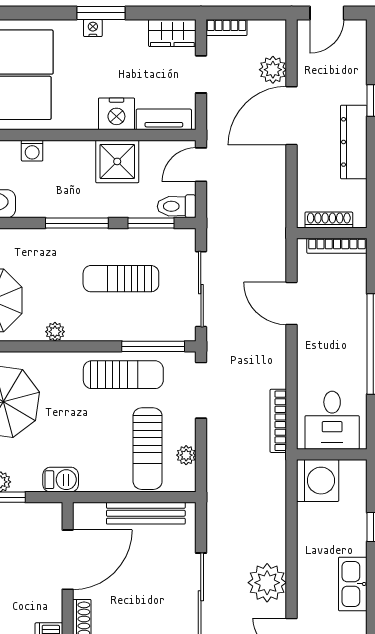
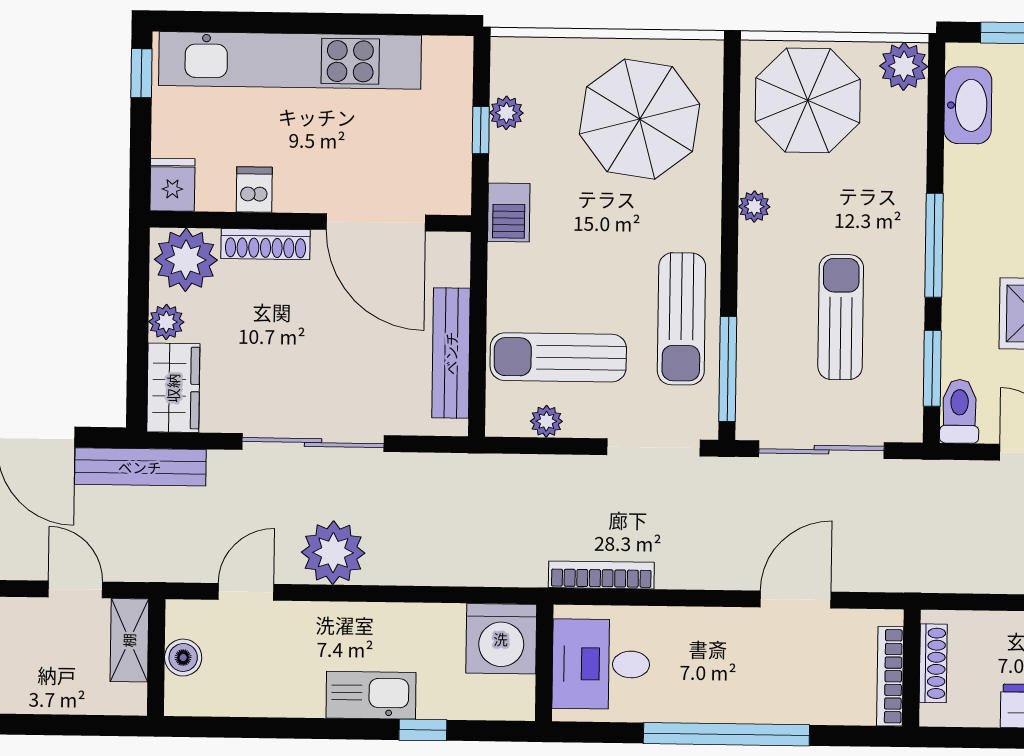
kitchen sink: (353, 584) -> (371, 695), moved

